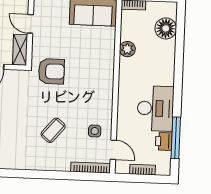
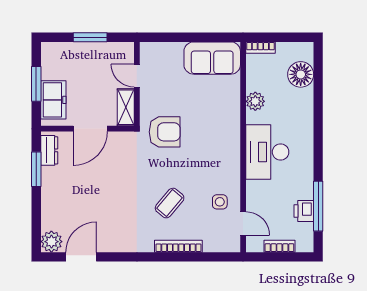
desk: (155, 108) -> (267, 152), moved, turned 180
bookcase: (91, 168) -> (178, 246), moved

